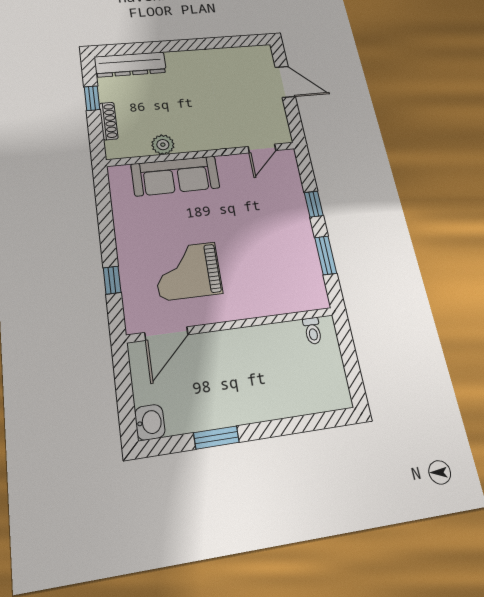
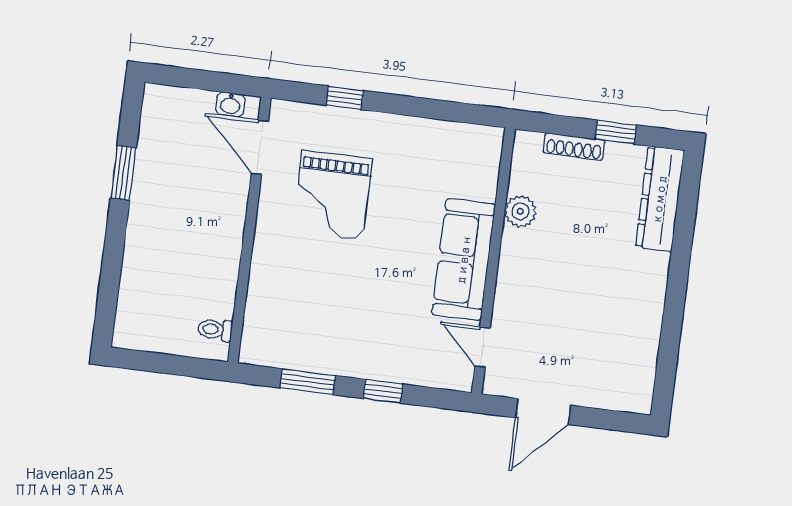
door: (285, 82) -> (543, 411), moved
sofa: (175, 176) -> (464, 260), moved
grand piano: (188, 271) -> (332, 195), turned 180
washbasin: (150, 422) -> (230, 104), moved, width x0.72, depth x0.69

